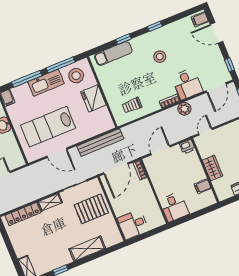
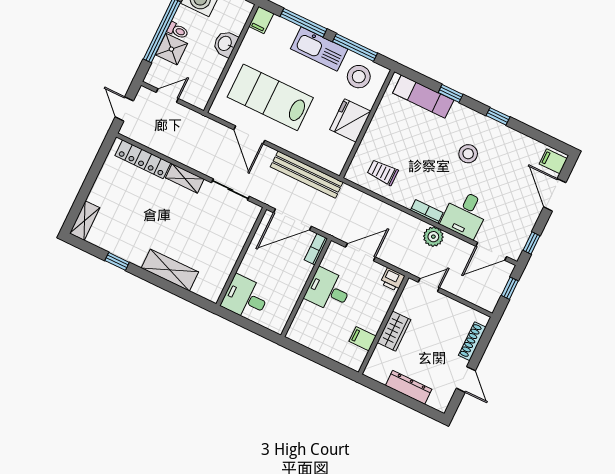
desk: (174, 207) -> (328, 290), moved, turned 90
pallet: (91, 209) -> (220, 233), removed

